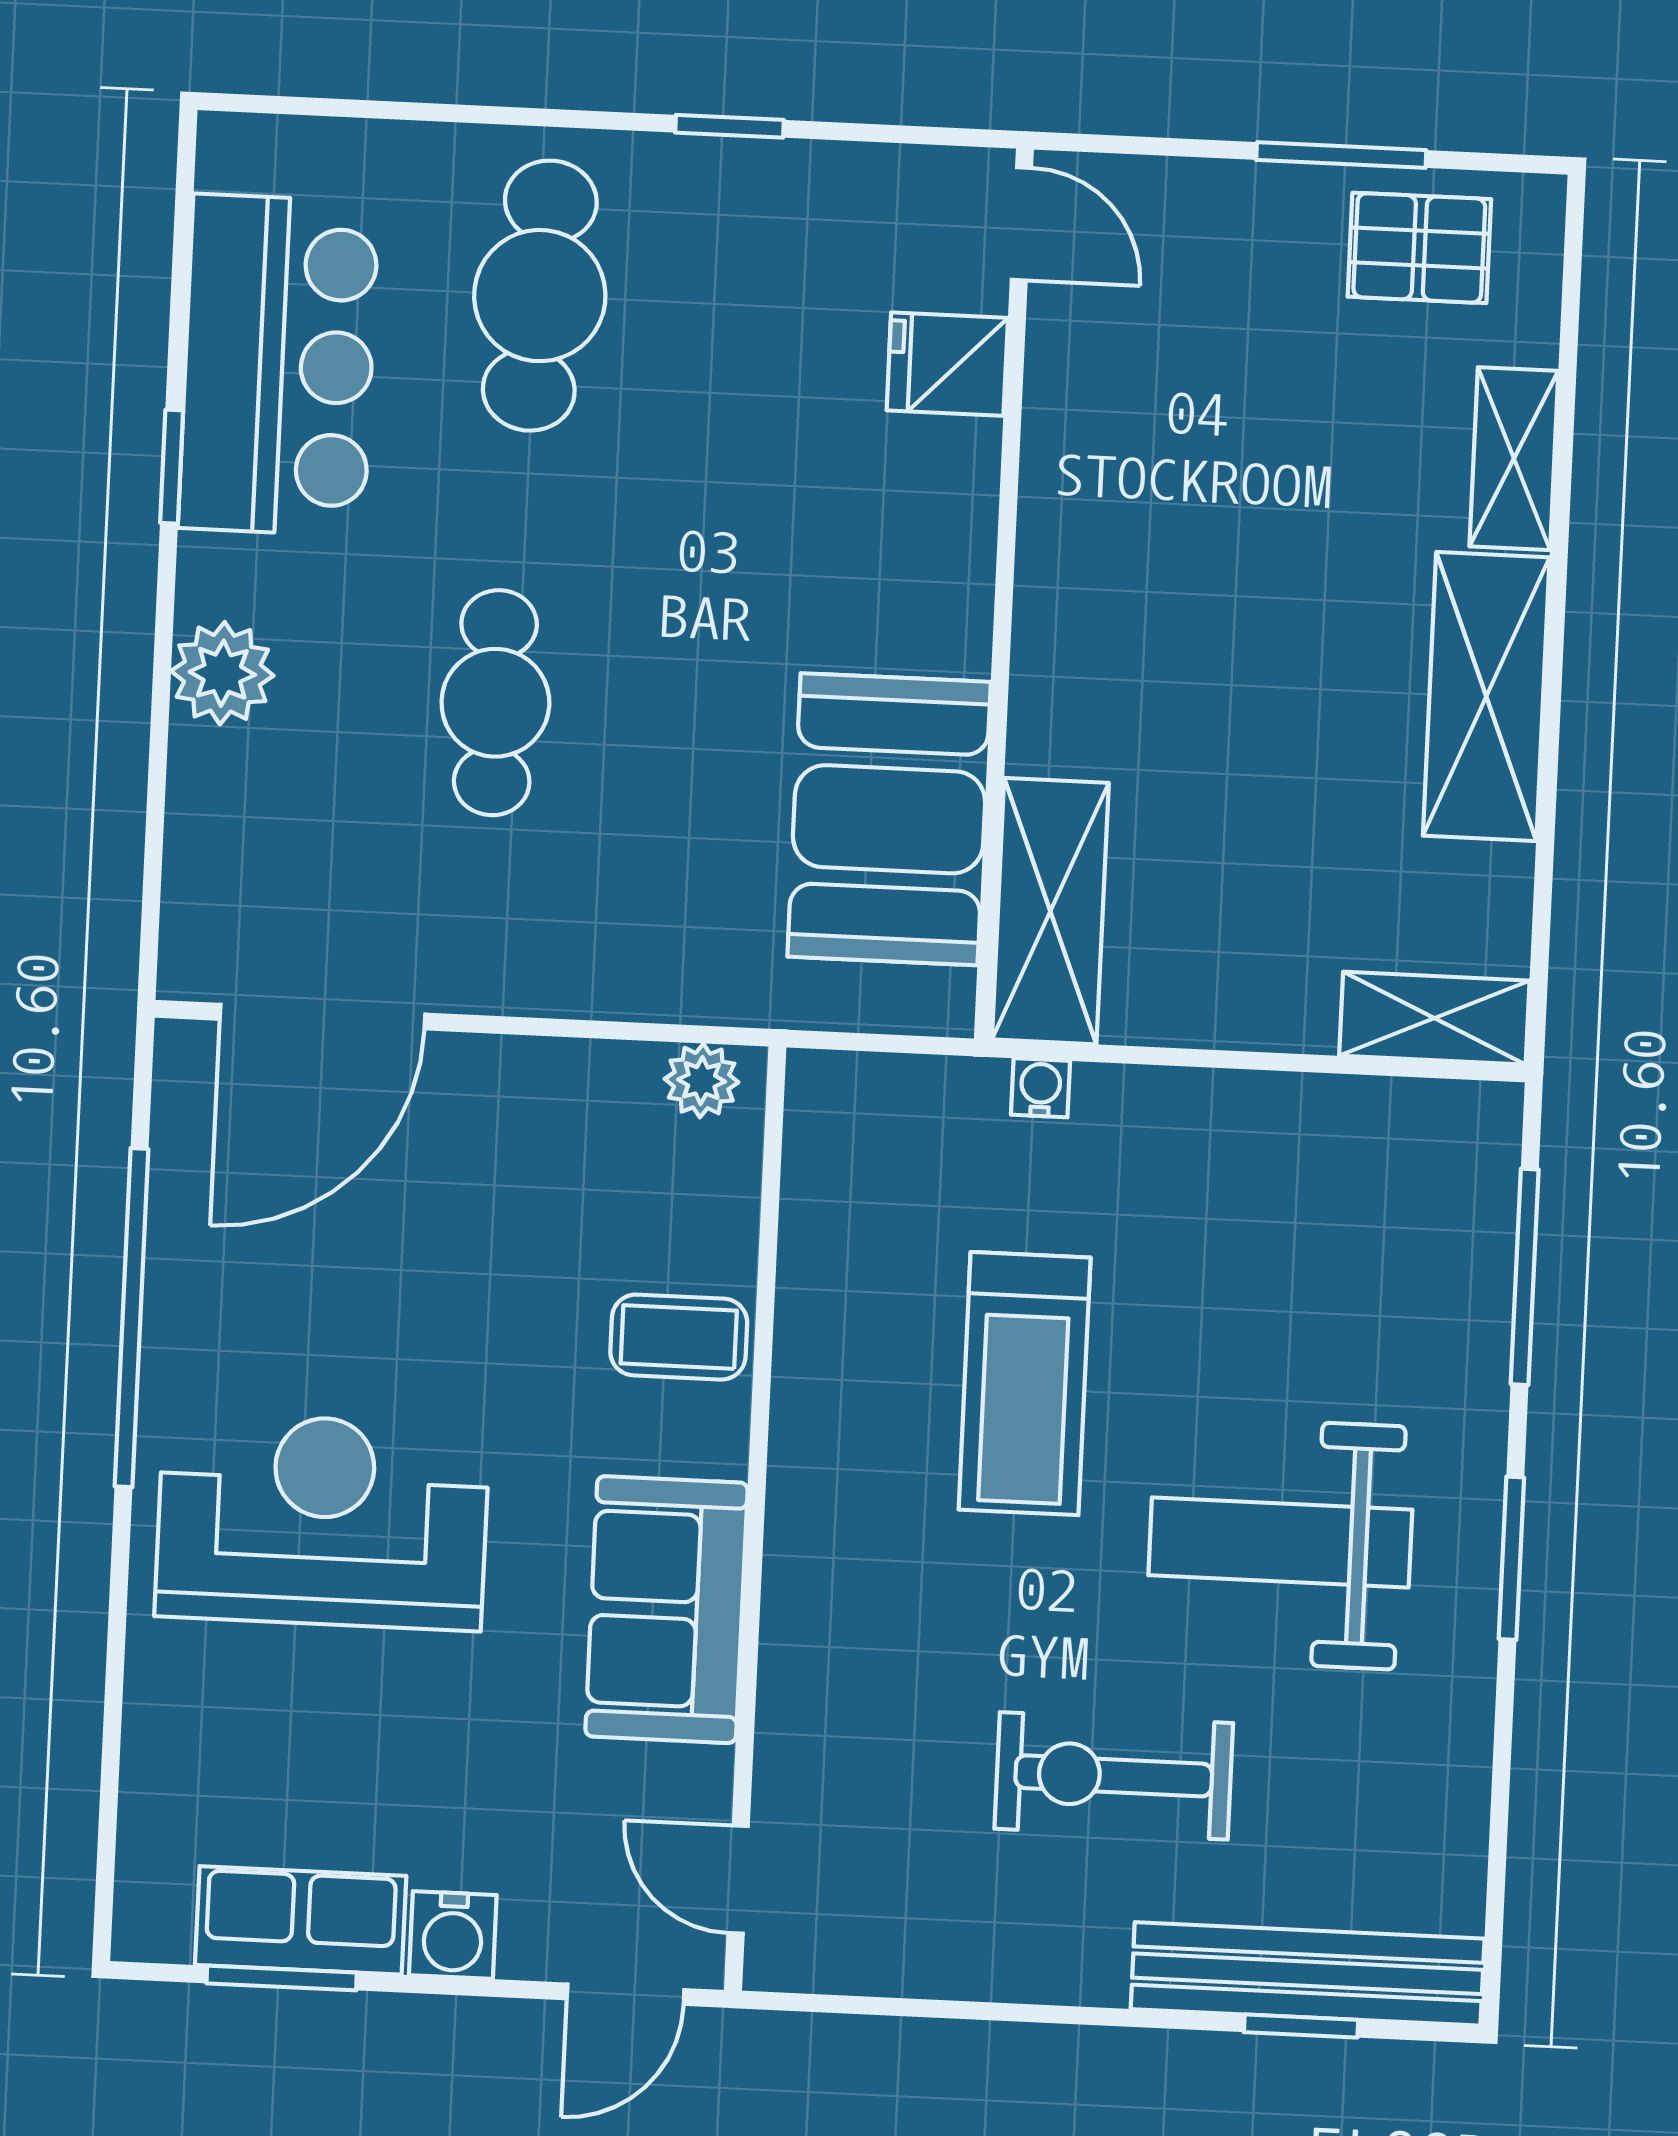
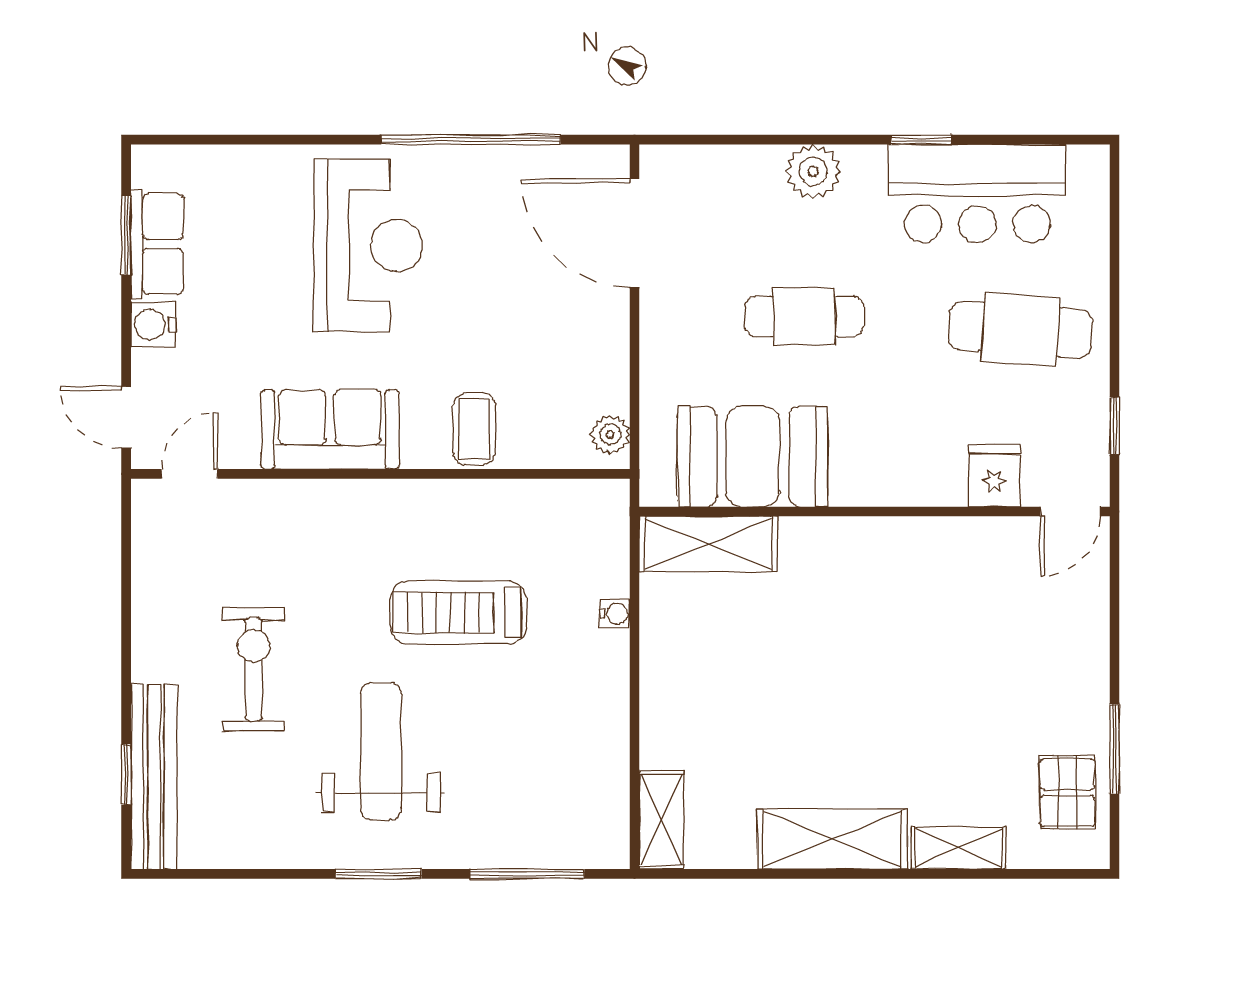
door: (1021, 224) -> (1070, 511), moved
fridge: (947, 364) -> (994, 476), moved
wall: (1004, 594) -> (874, 511), moved
booth: (889, 819) -> (753, 456), moved
shelving: (1050, 911) -> (708, 544), moved

